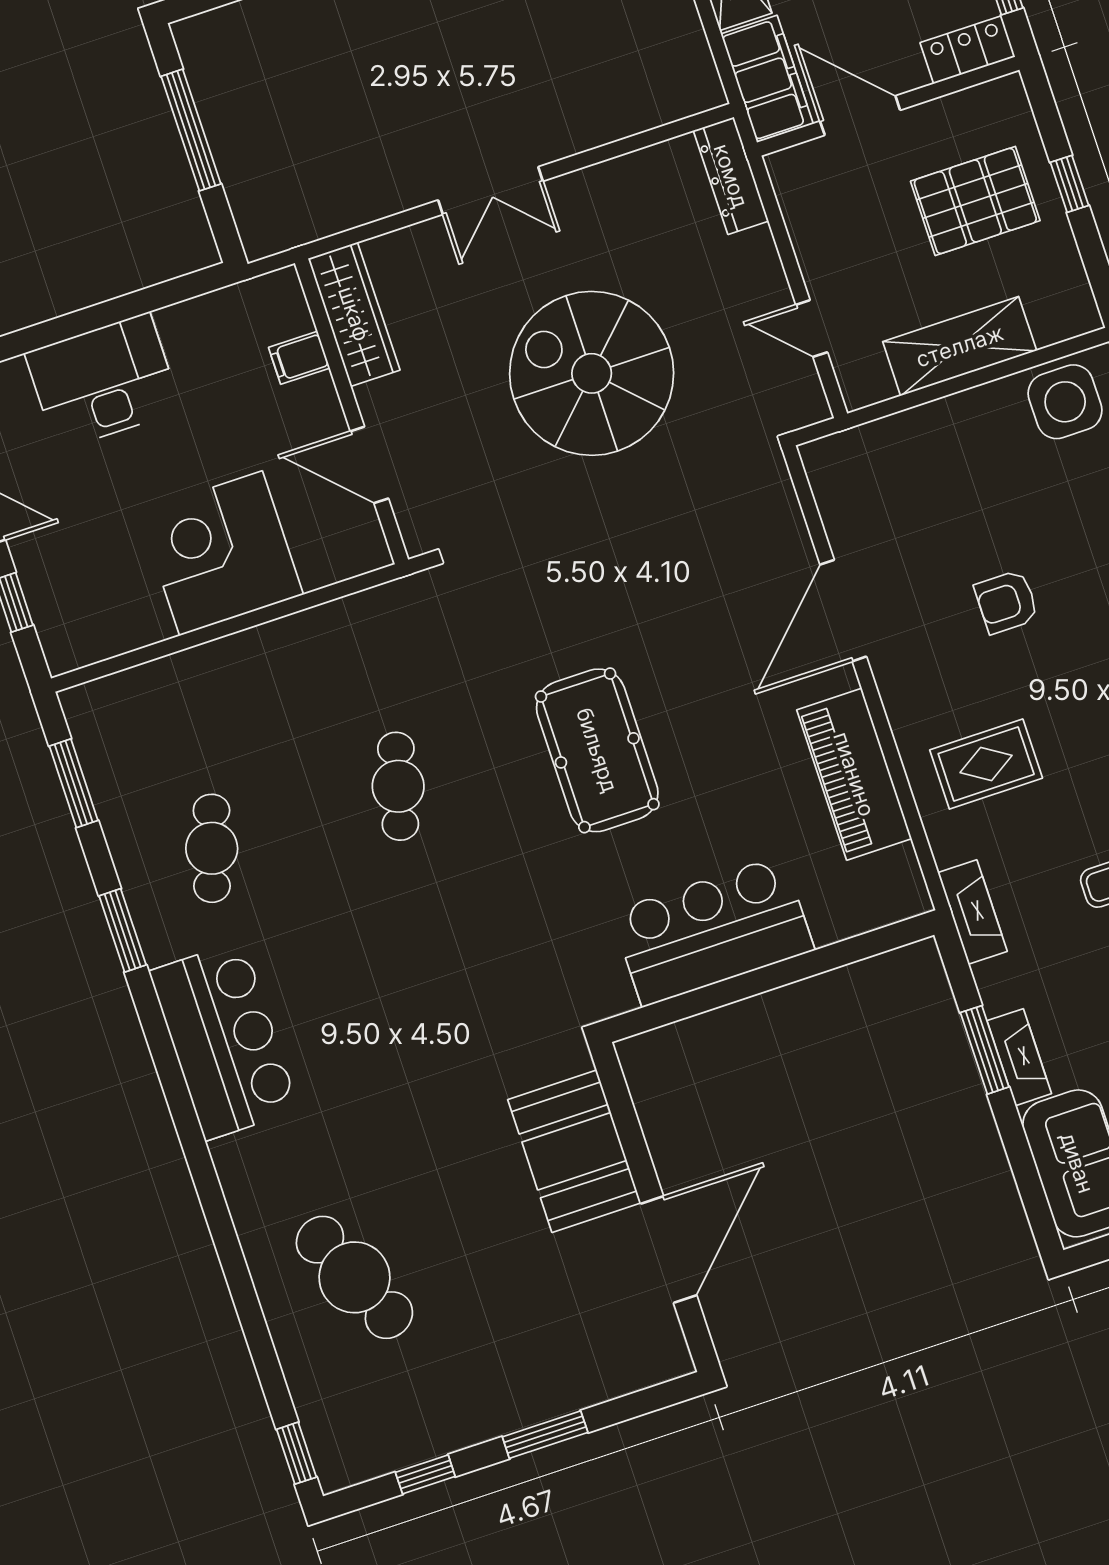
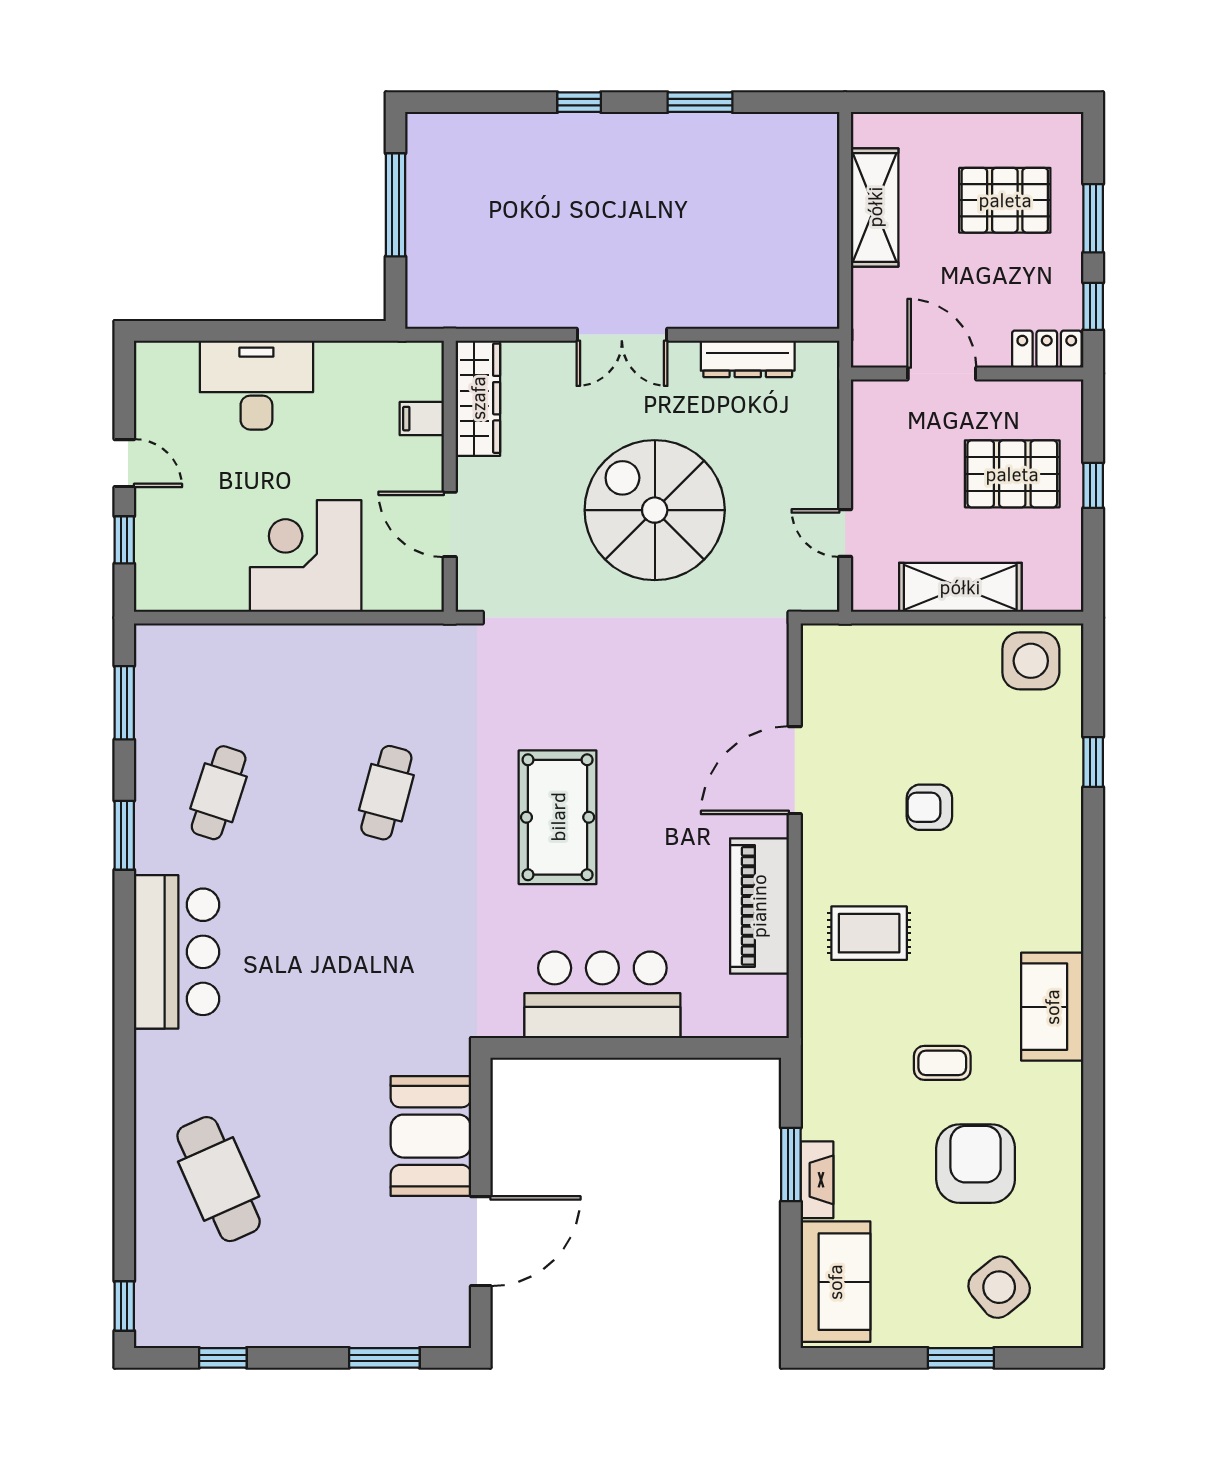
filing cabinet: (767, 79) -> (876, 319), removed
dresser: (731, 176) -> (748, 359), moved, turned -90
fireplace: (972, 912) -> (818, 1050), removed
window: (545, 1435) -> (384, 1358), moved

